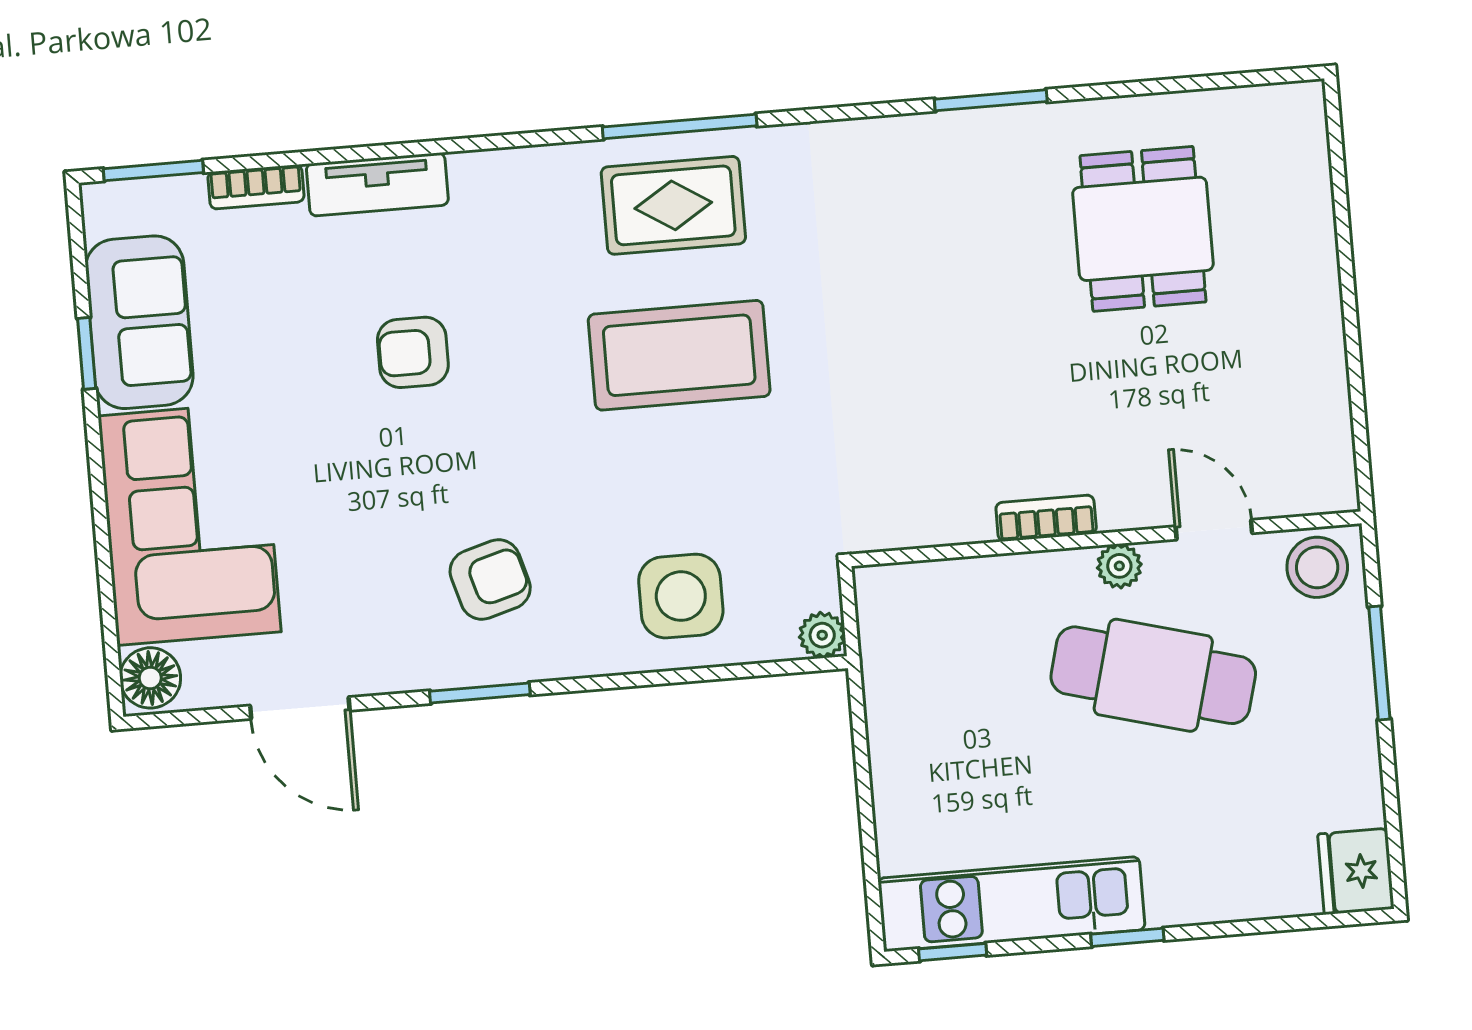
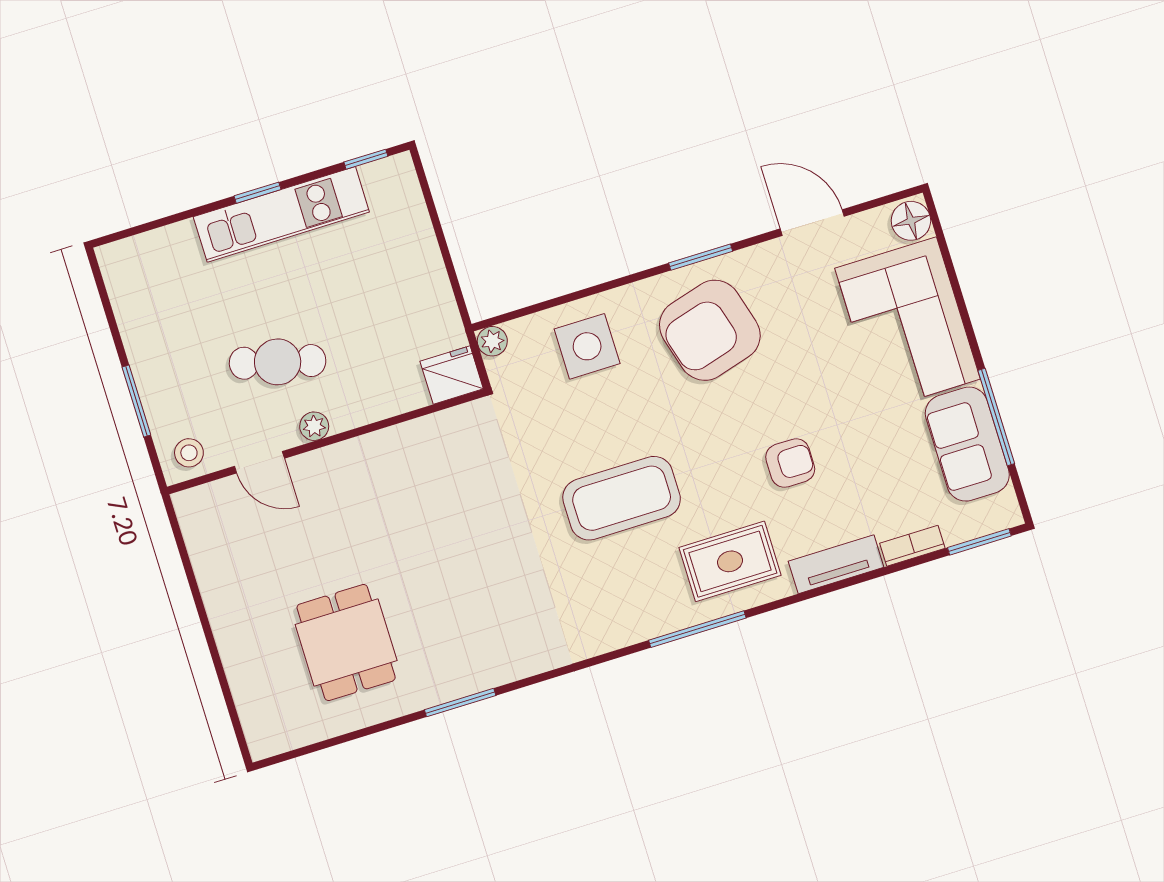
window: (680, 126) -> (697, 629), moved
rug: (673, 205) -> (730, 561), moved
window: (87, 353) -> (996, 417), width x2.17
bookcase: (1046, 518) -> (367, 446), removed
stool: (1317, 567) -> (189, 453), width x0.73, depth x0.73
armchair: (490, 579) -> (710, 330), width x1.88, depth x1.88
cafe table: (1153, 675) -> (278, 362), width x0.73, depth x0.74
fridge: (1356, 871) -> (452, 375), moved, turned -90
kitchen unit: (1011, 904) -> (281, 214), moved

